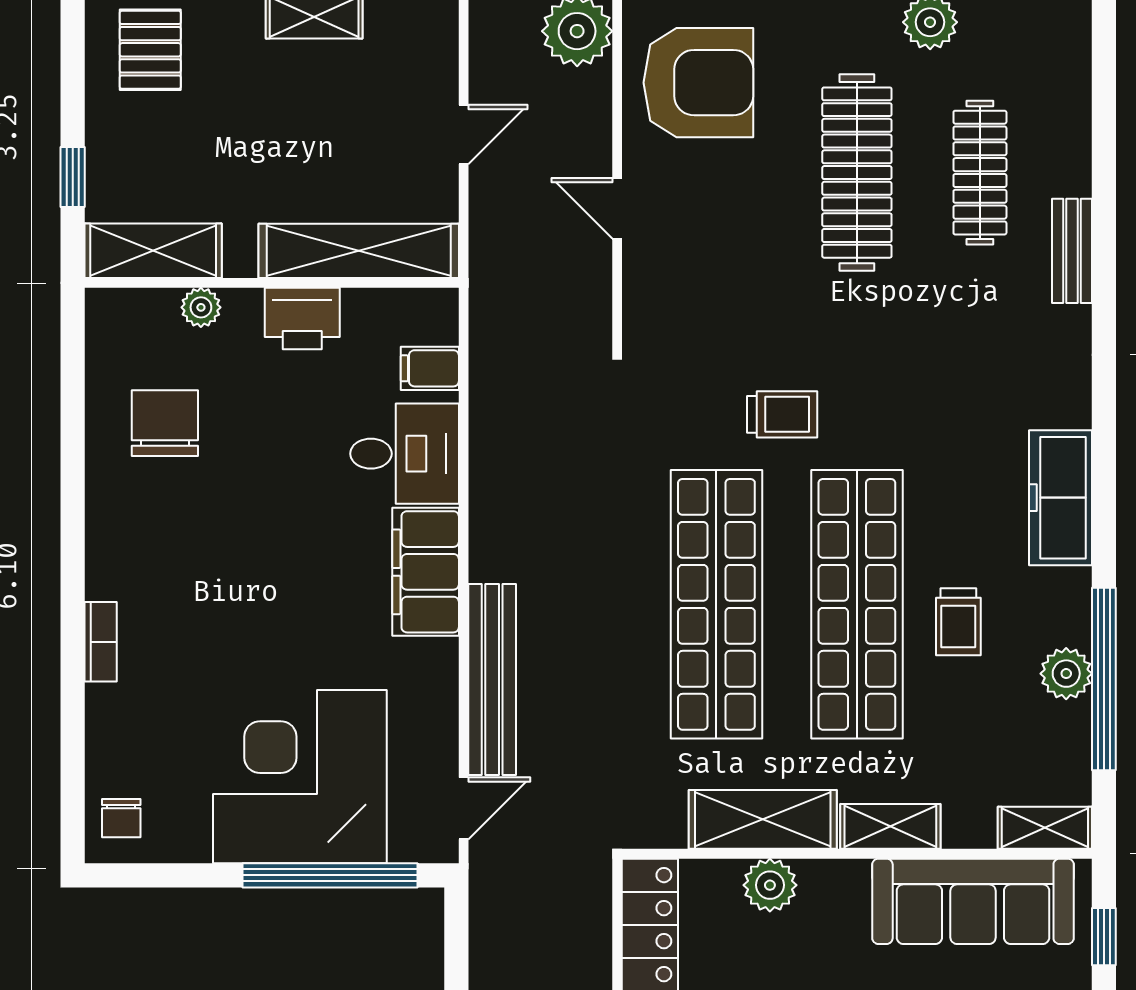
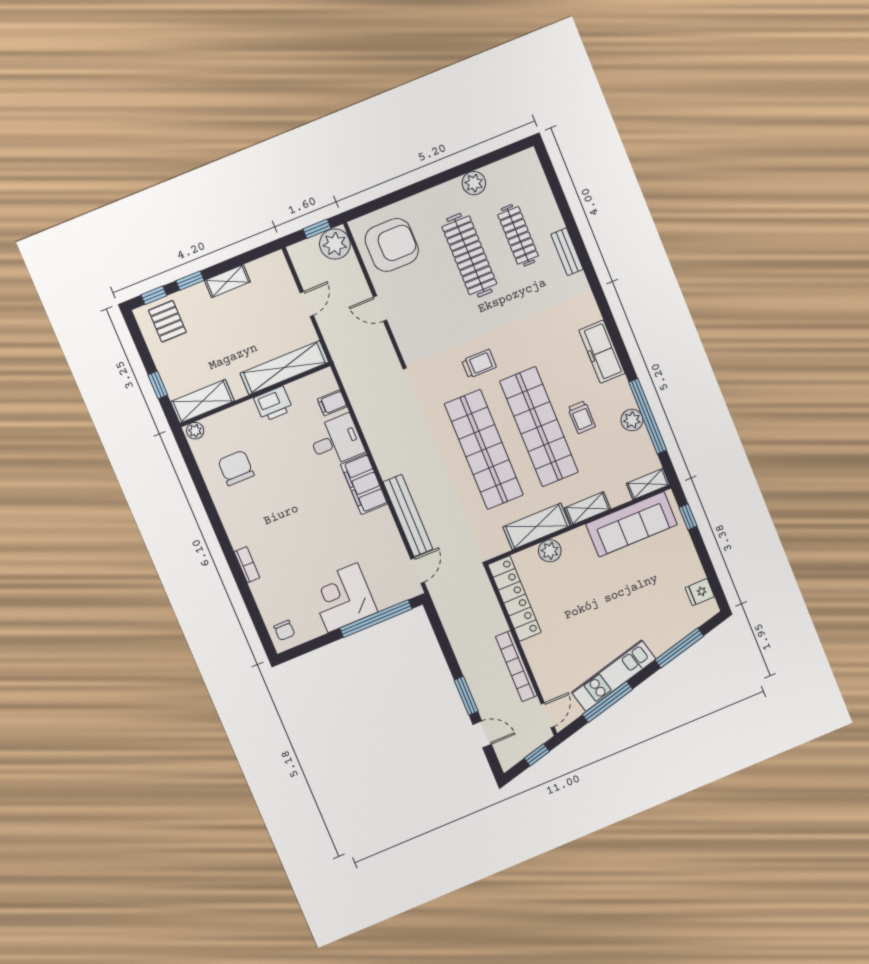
plant: (201, 307) -> (195, 431), moved
corner desk: (300, 777) -> (343, 598), width x0.74, depth x0.74

